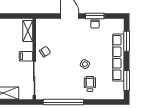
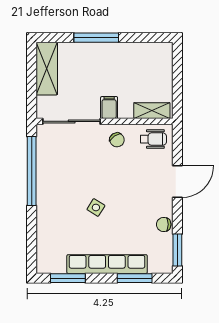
window: (95, 16) -> (177, 250), moved
wheelchair: (90, 84) -> (153, 139), moved

